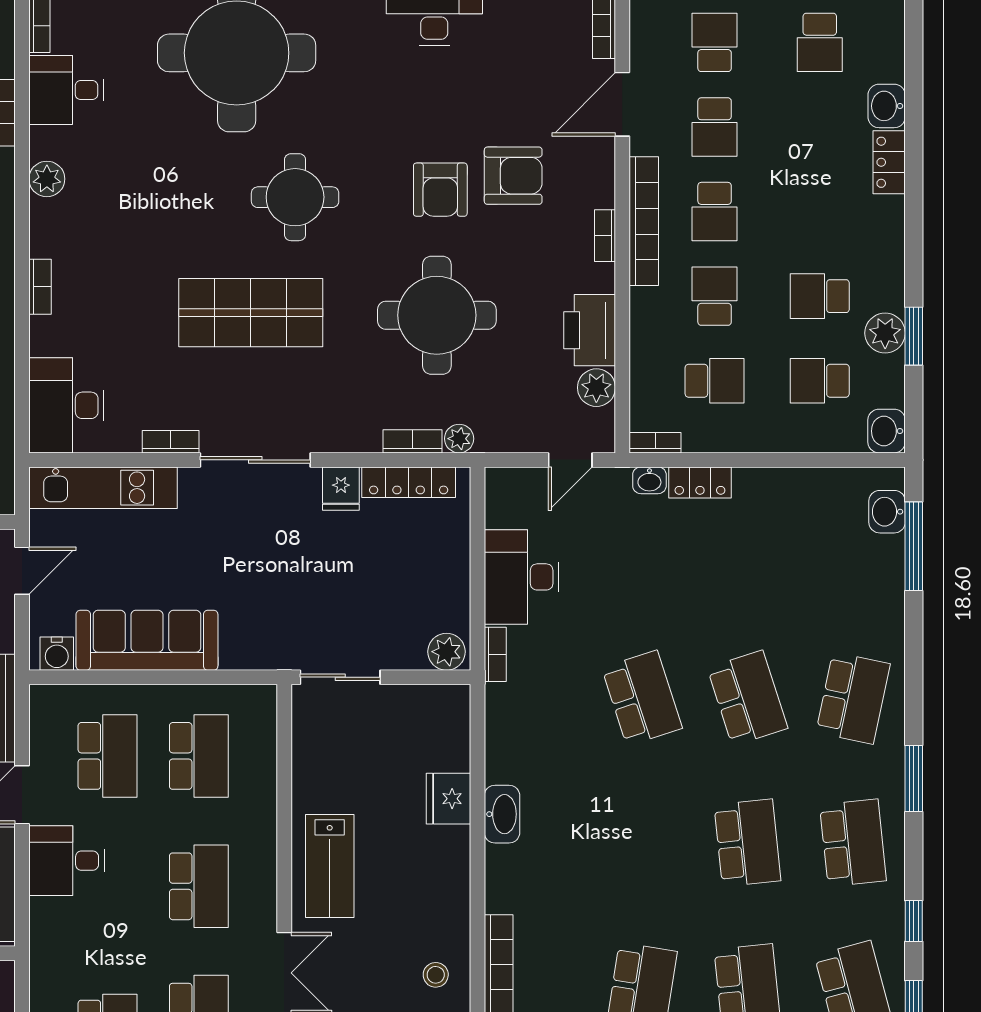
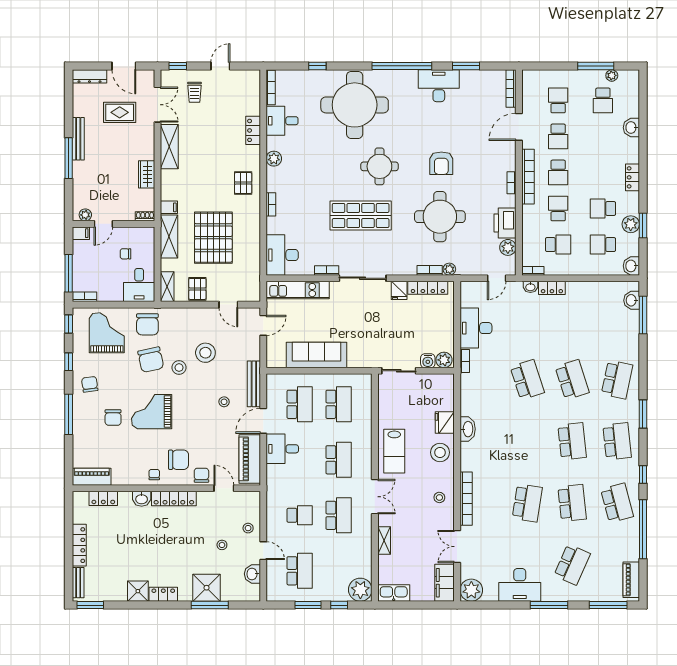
locker: (889, 162) -> (632, 177), moved
armchair: (513, 176) -> (472, 157), removed
water cooler: (57, 654) -> (428, 361), moved
stool: (437, 869) -> (440, 452), added

